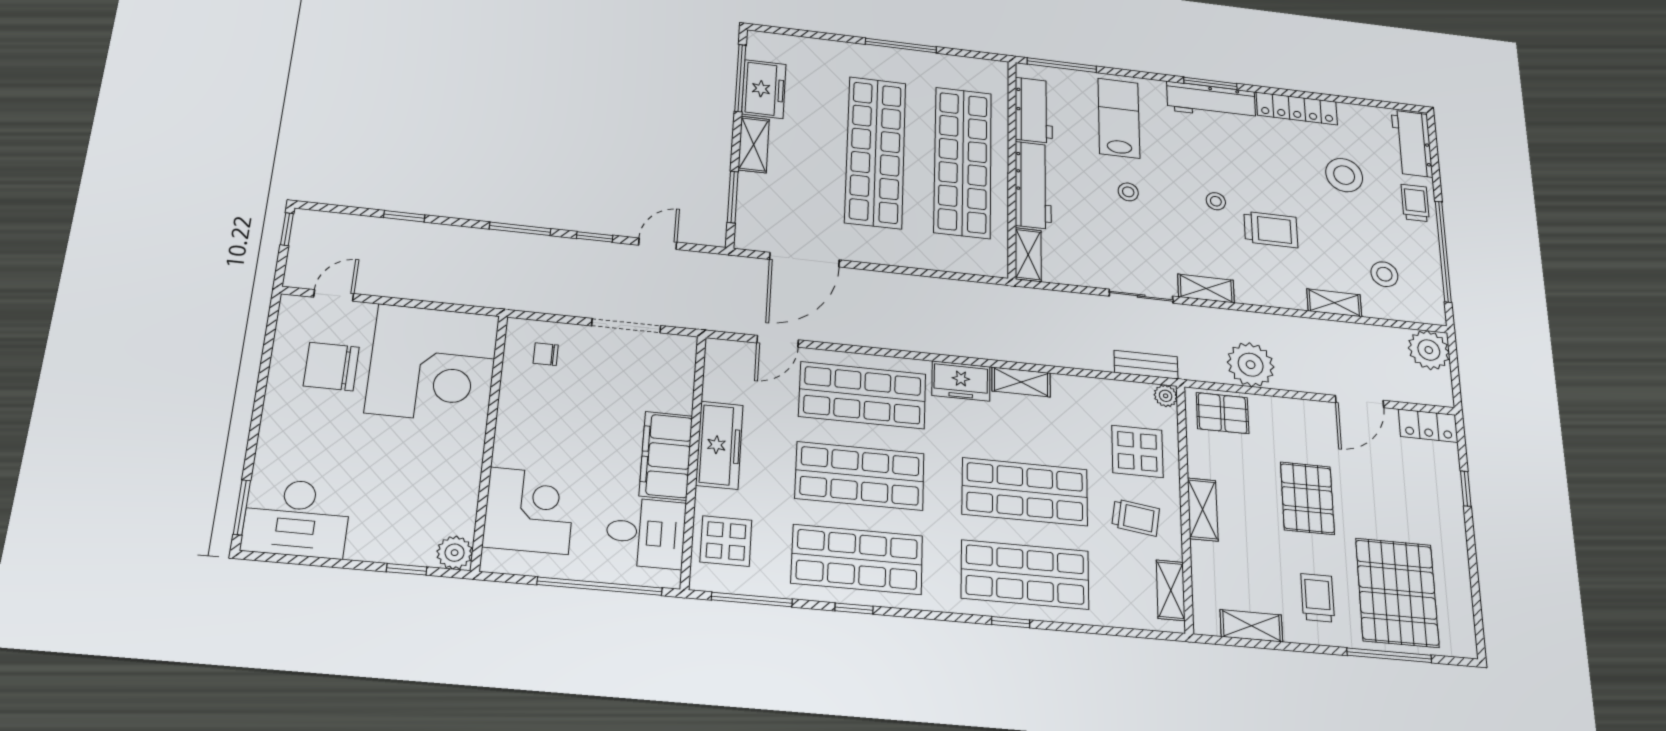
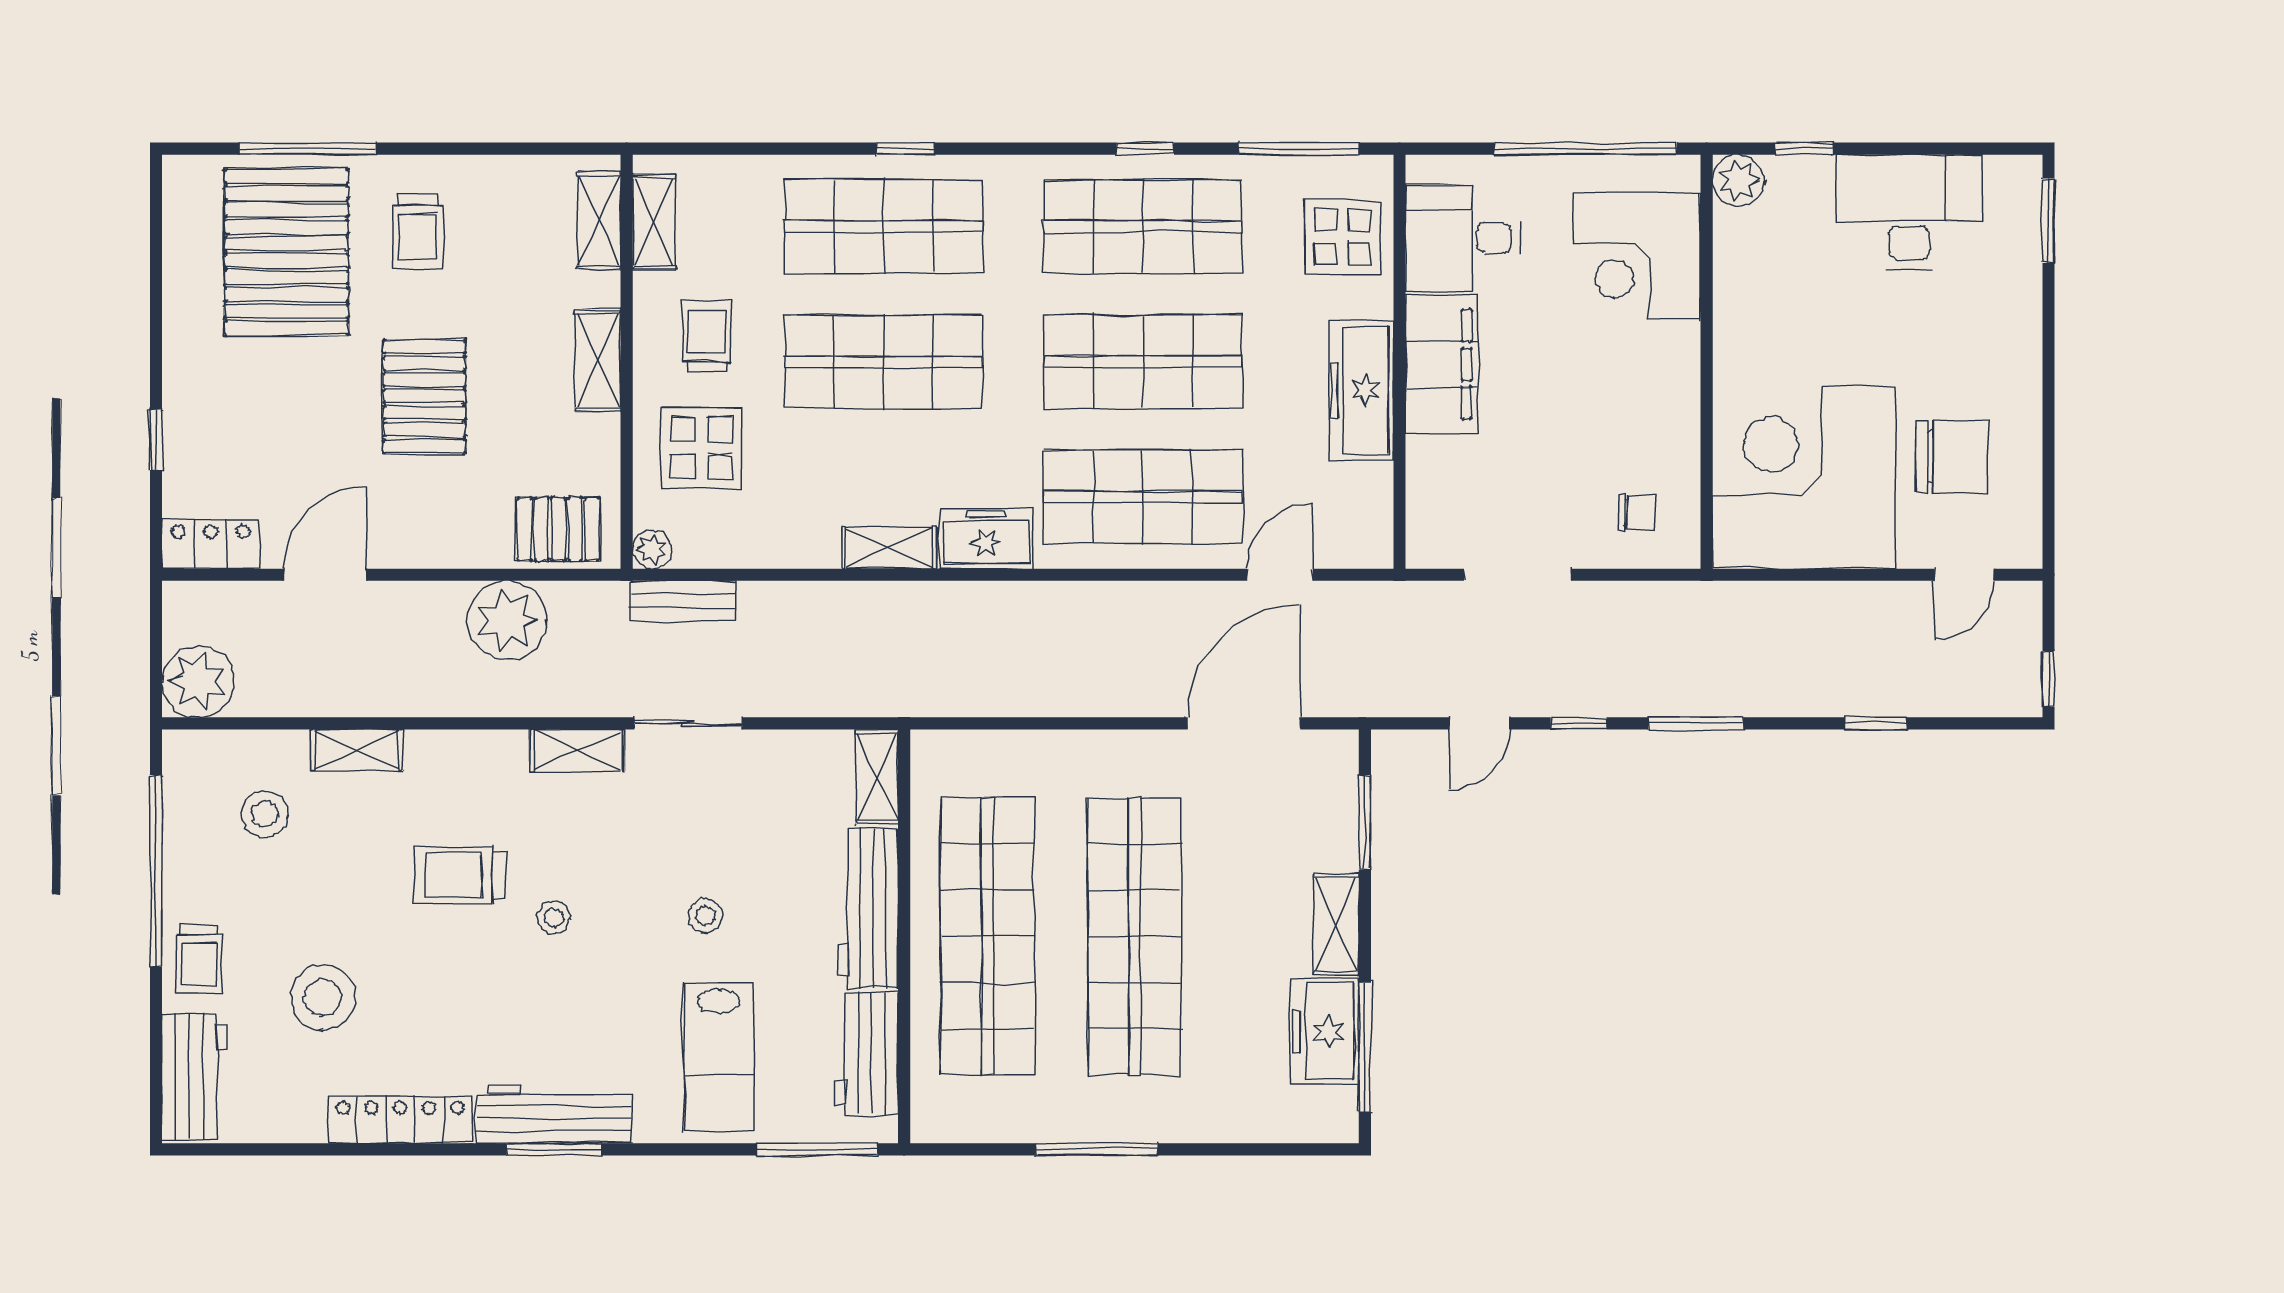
desk: (296, 518) -> (1909, 212), moved
trolley: (1136, 518) -> (707, 336), turned 82
window: (600, 586) -> (1585, 149), moved
shelving: (1251, 626) -> (599, 221), moved, turned 90

